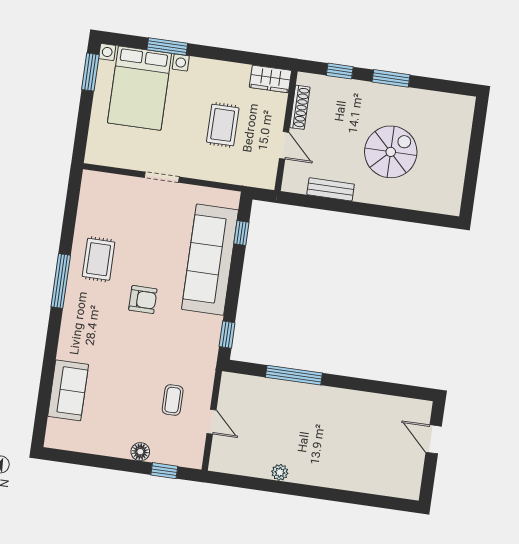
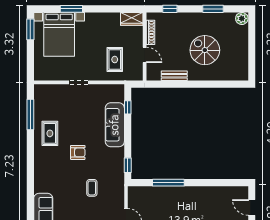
window: (391, 78) -> (213, 9), moved
plant: (463, 106) -> (242, 18), added
rug: (223, 125) -> (115, 60), moved
spiral stairs: (391, 152) -> (205, 50), turned -90
sofa: (210, 260) -> (115, 125), width x0.74, depth x0.79
window: (61, 281) -> (30, 114), moved
coffee table: (173, 400) -> (92, 188), moved

